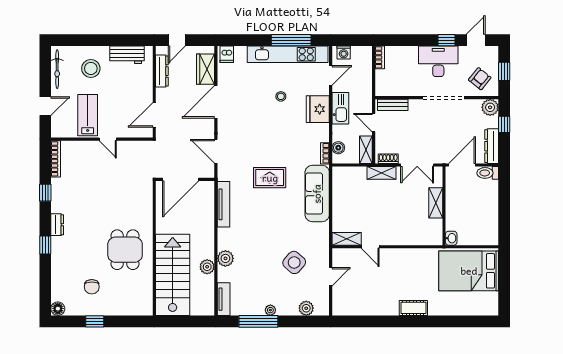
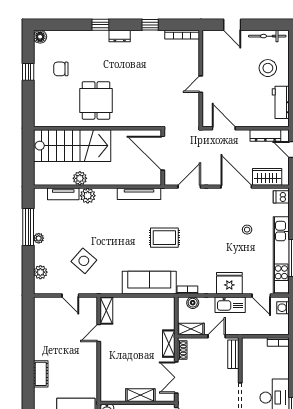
stool: (281, 96) -> (247, 230), moved
lab bench: (88, 115) -> (224, 65), removed
rug: (270, 178) -> (164, 238), turned 90
dining table: (125, 250) -> (96, 100), turned 90
tv unit: (224, 299) -> (63, 194), moved

